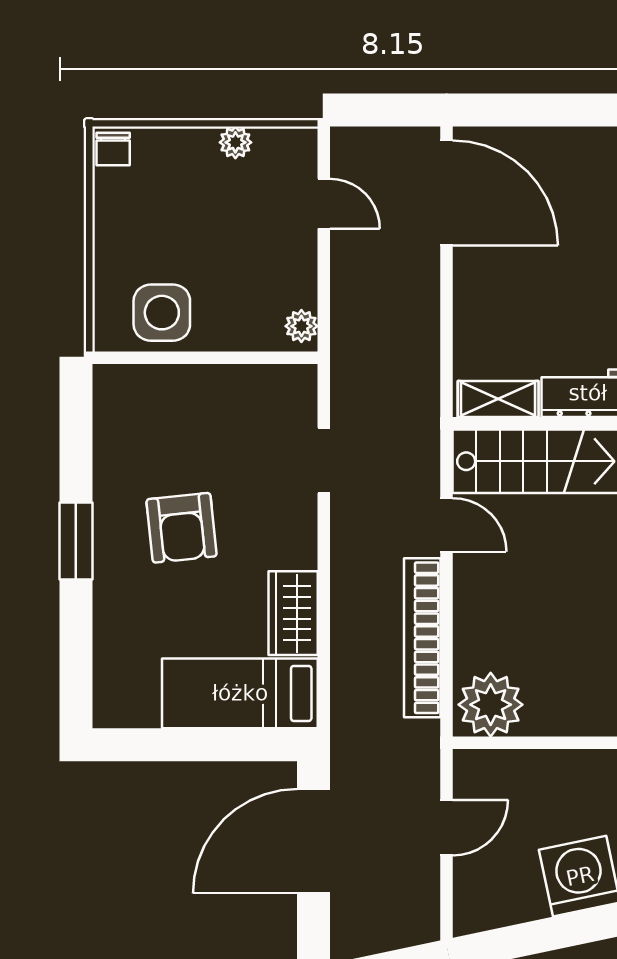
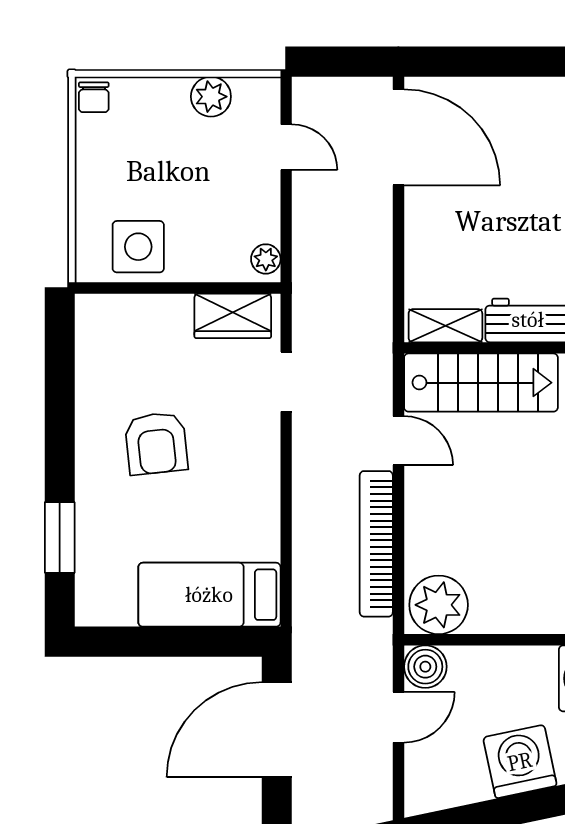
plant: (235, 142) -> (211, 97), width x1.38, depth x1.38
window: (76, 541) -> (60, 537), moved
wardrobe: (293, 613) -> (233, 316), moved, turned -90
boiler: (476, 772) -> (425, 667), added

